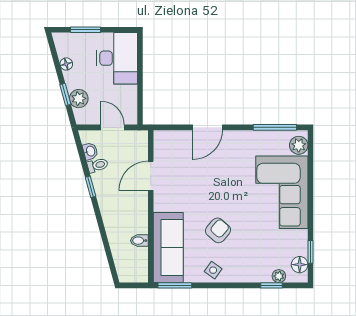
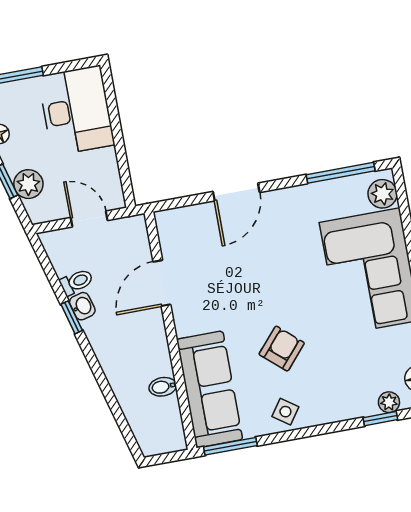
washbasin: (90, 151) -> (82, 306), moved

